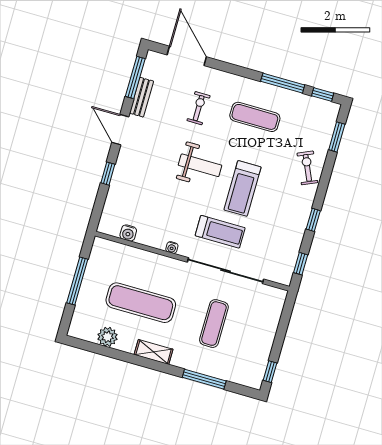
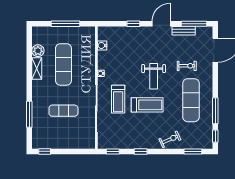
exercise mat: (255, 117) -> (191, 100), width x1.36, depth x1.45
treadmill: (242, 188) -> (147, 105), turned 180
shelving: (154, 352) -> (37, 68), moved

